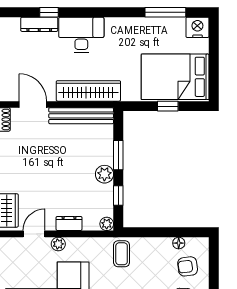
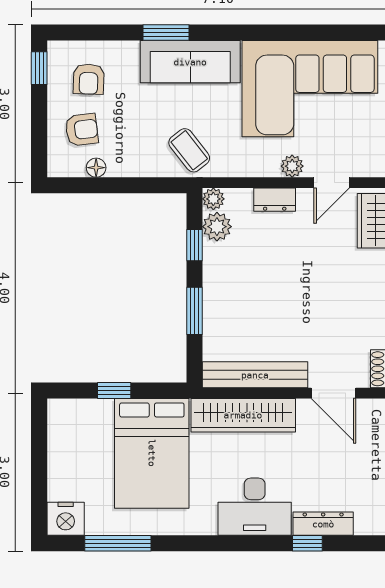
bed: (175, 77) -> (152, 453), moved, turned 90
plant: (104, 174) -> (217, 227), moved
coffee table: (122, 254) -> (189, 150), turned -38

